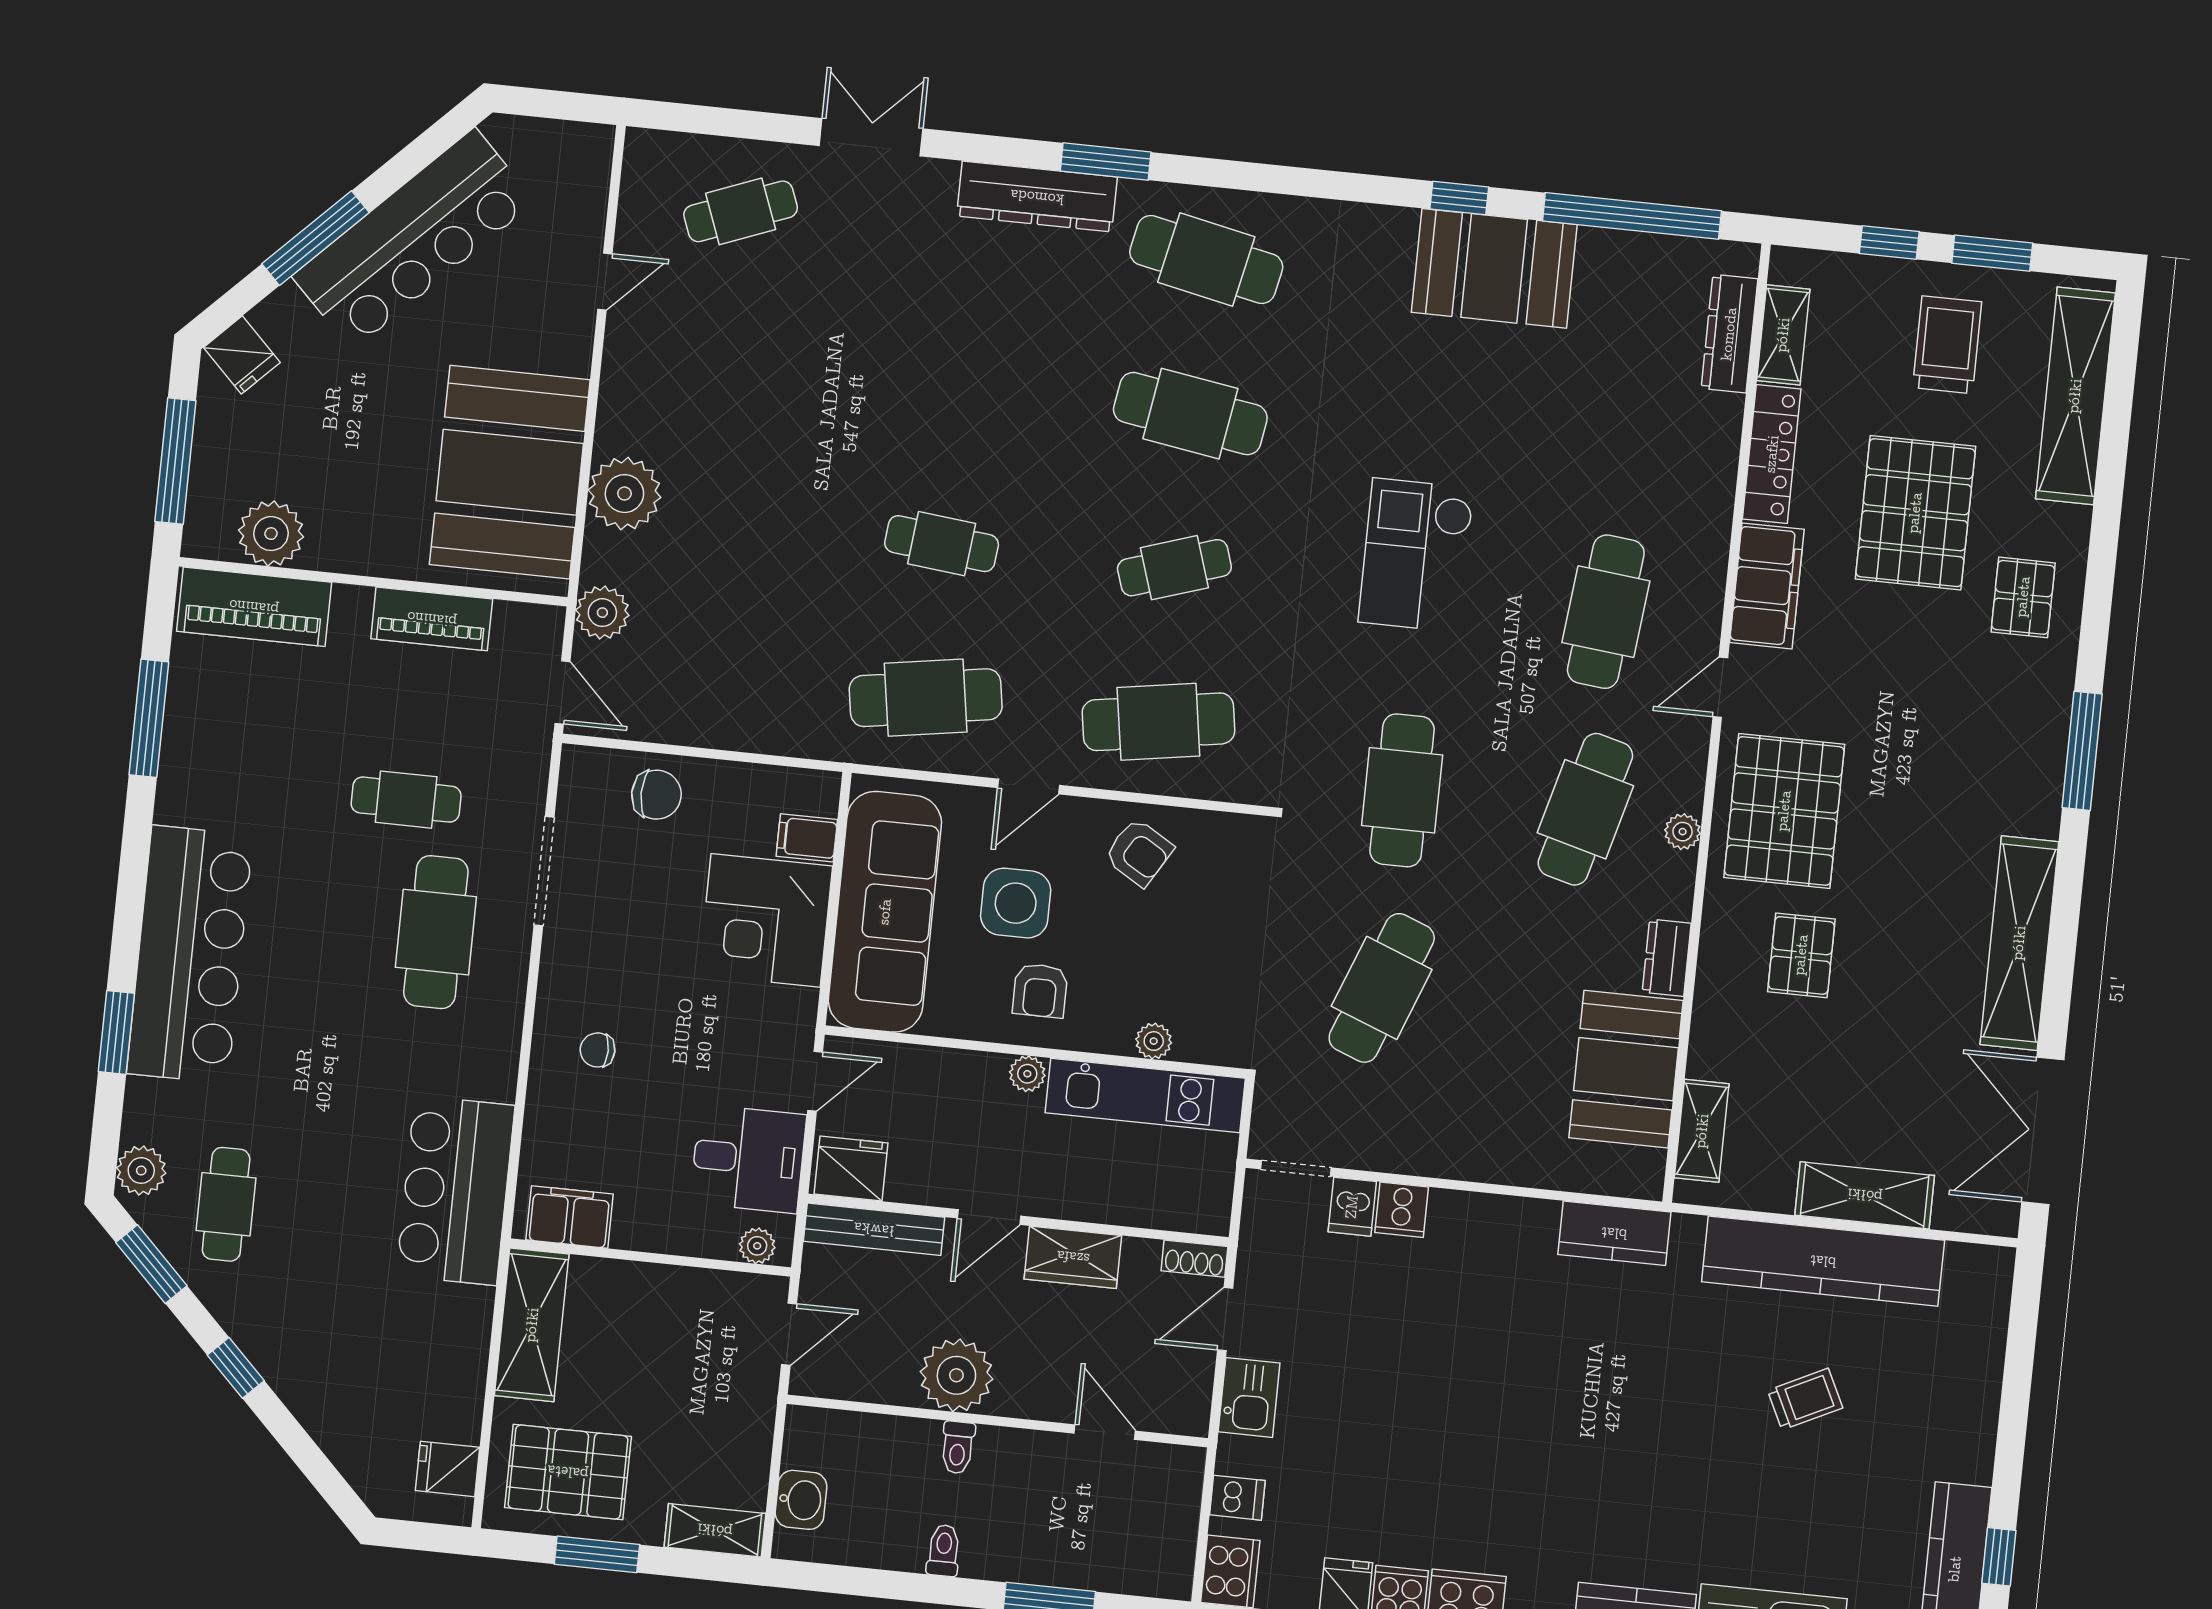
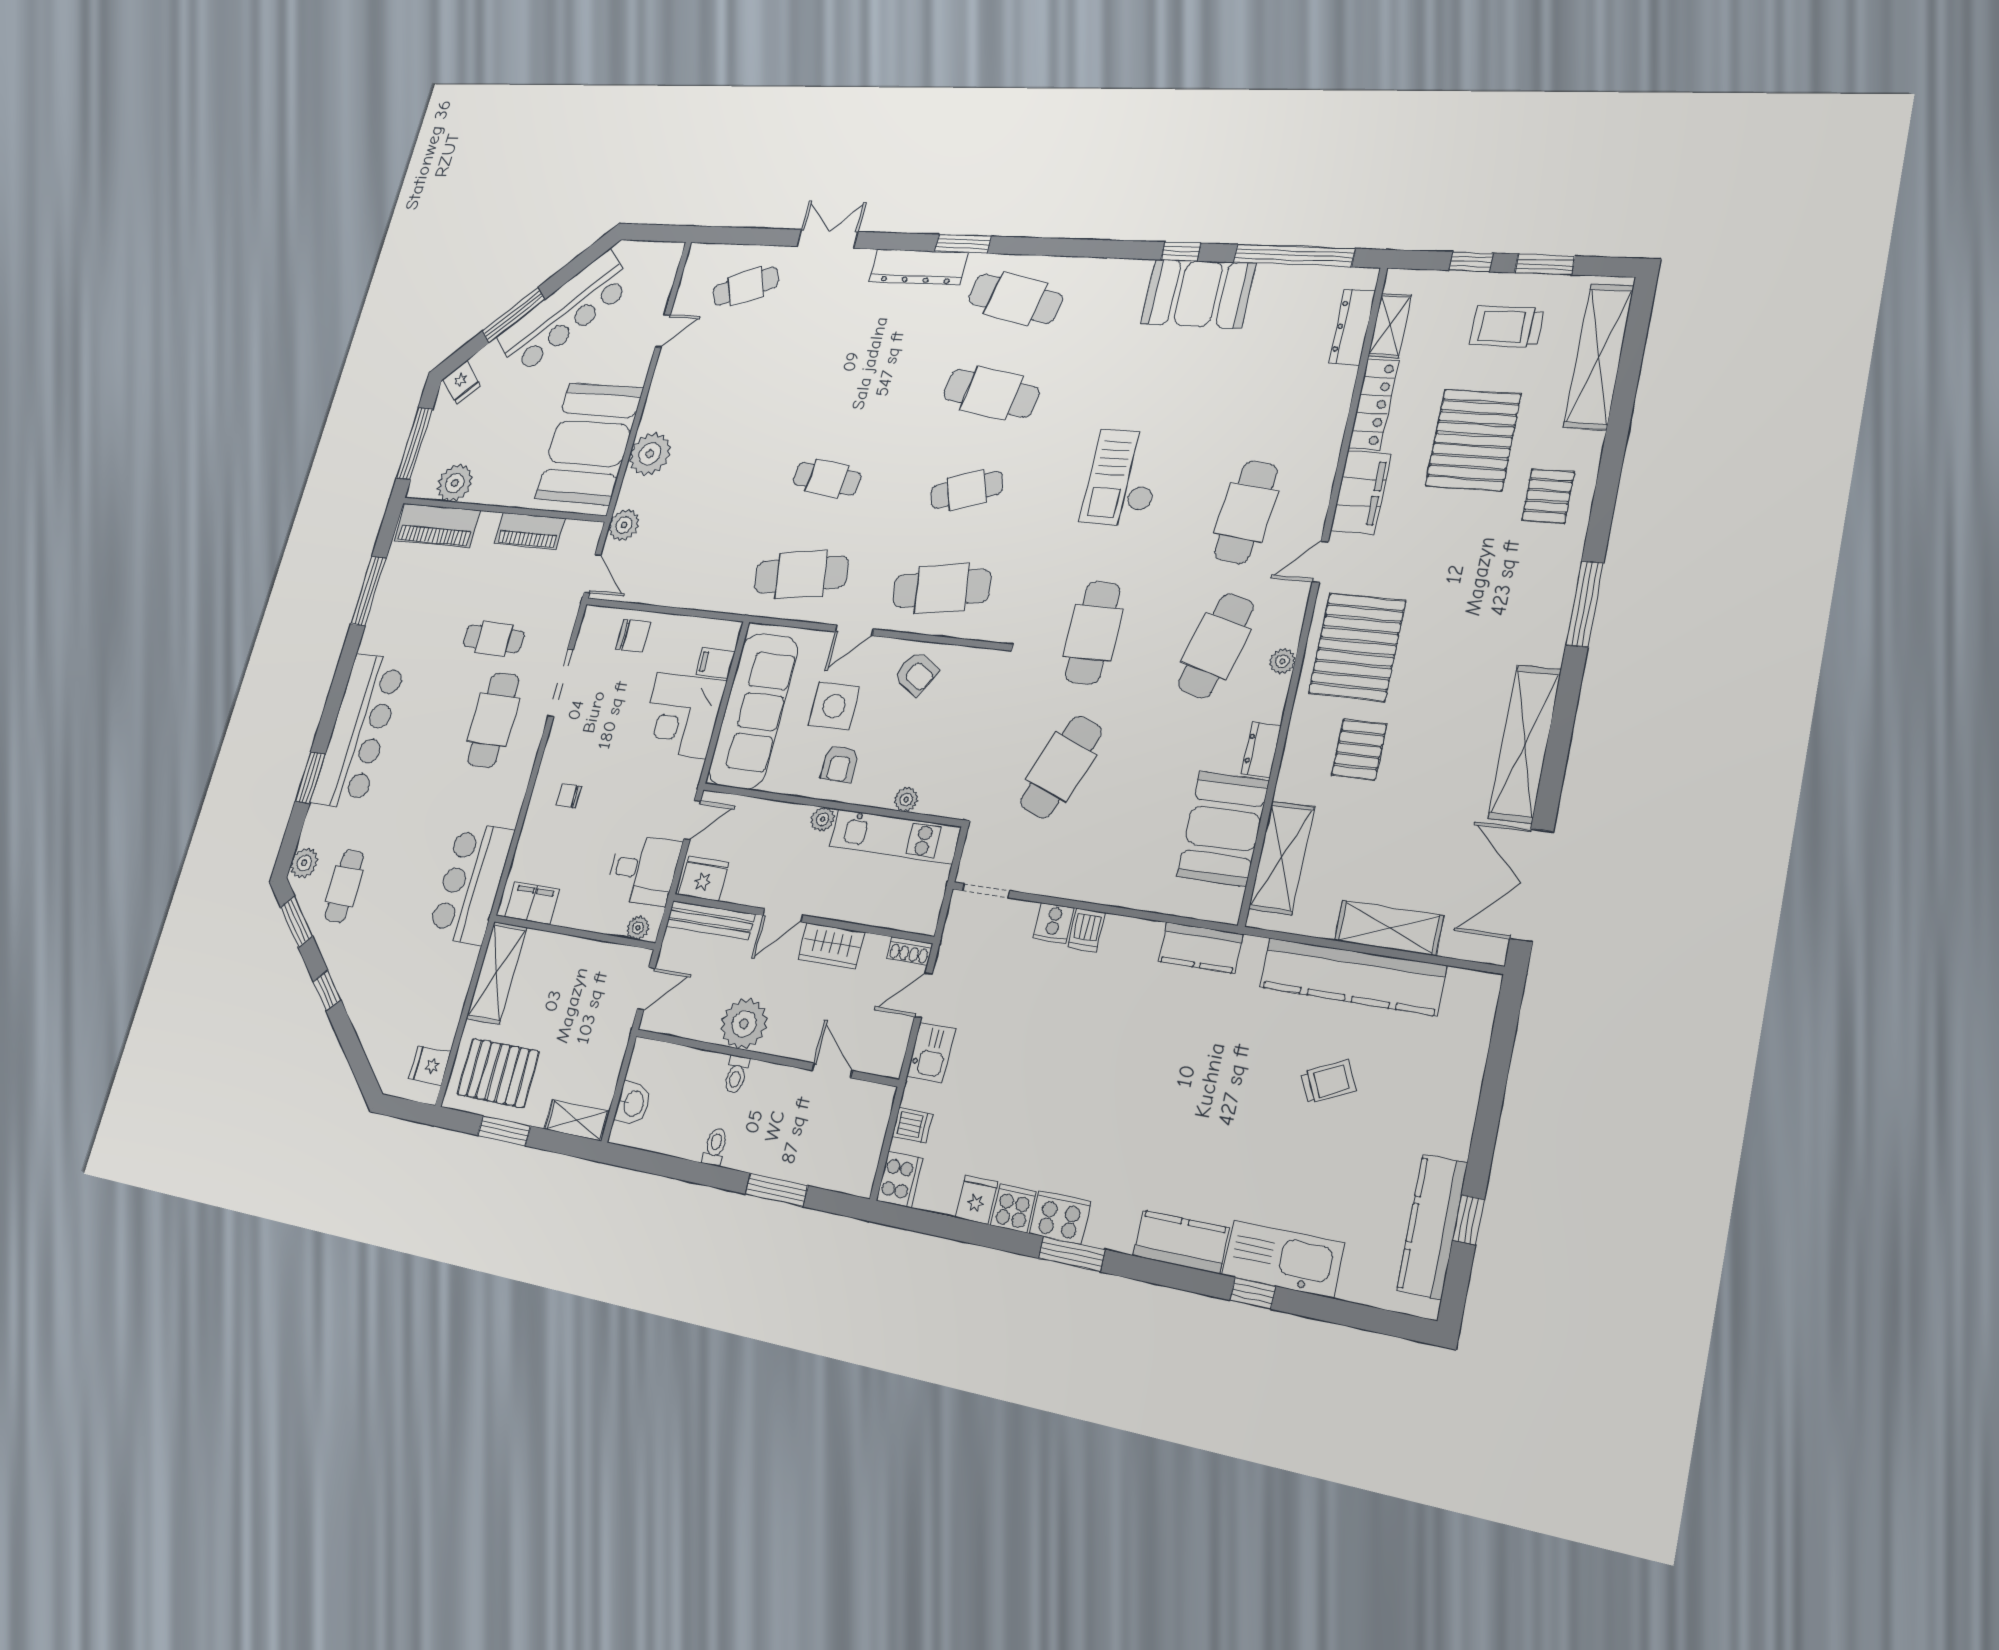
trolley: (1947, 345) -> (1507, 326), turned -90
shelving: (1702, 1131) -> (1282, 858), width x1.50, depth x1.33
dishwasher: (1352, 1207) -> (1086, 930), moved

